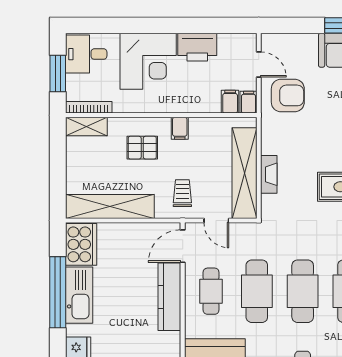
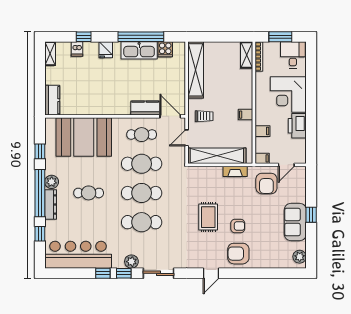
filing cabinet: (230, 102) -> (262, 131), moved
pallet: (142, 148) -> (233, 91), removed
fireplace: (269, 174) -> (235, 171), moved
cooker: (81, 244) -> (165, 49), width x0.53, depth x0.76
kitchen counter: (169, 297) -> (145, 108), width x0.67

